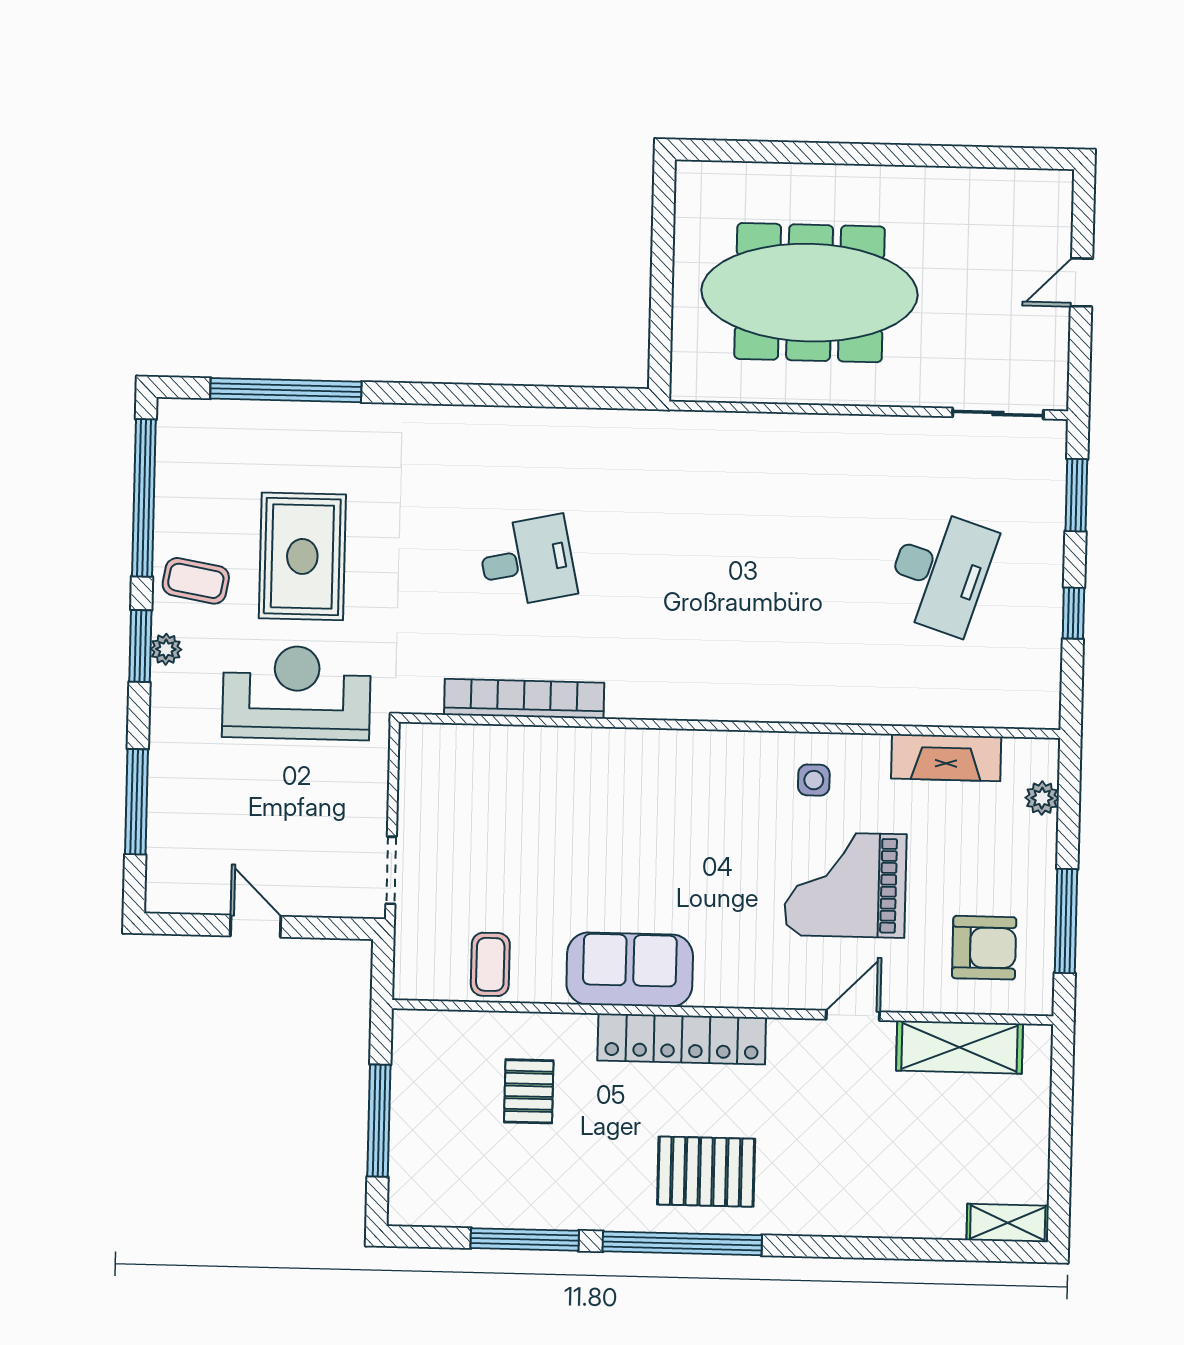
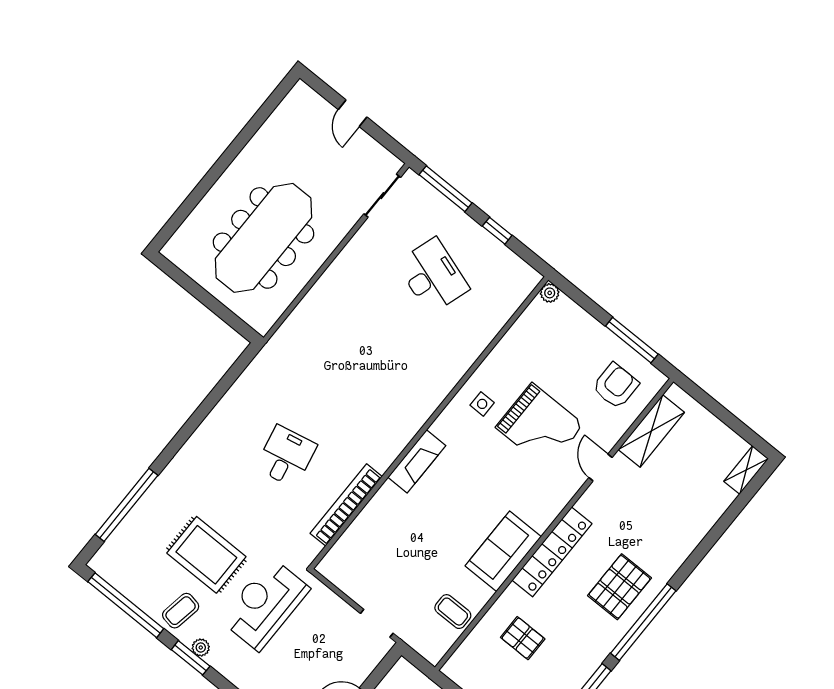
window: (1076, 495) -> (446, 189), width x1.44
fireplace: (946, 758) -> (417, 461), moved
plant: (1042, 798) -> (550, 293), moved
grand piano: (845, 885) -> (540, 426), turned -90

